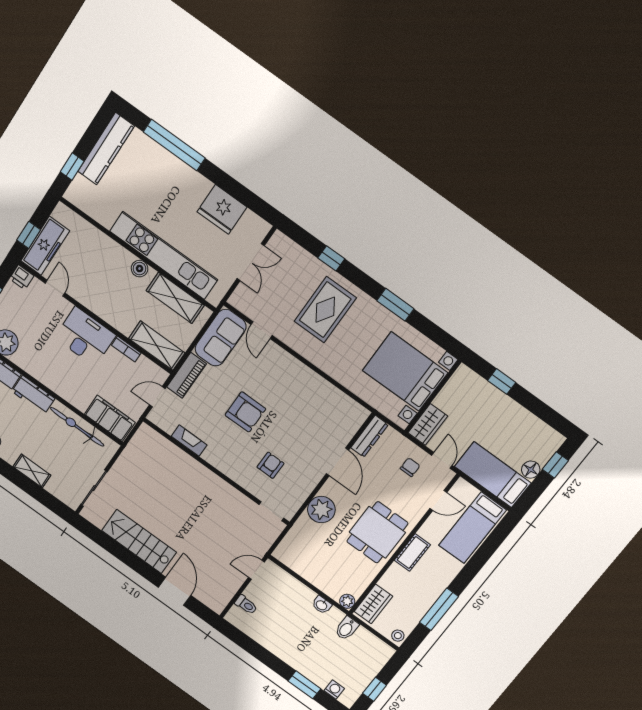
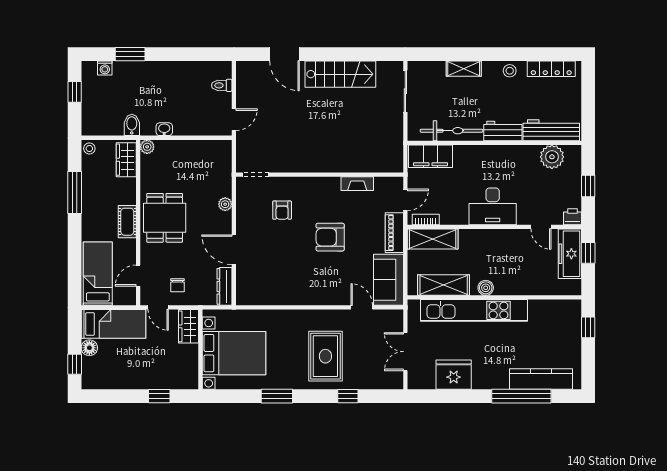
kitchen counter: (106, 149) -> (541, 379), moved, turned 90
bookcase: (126, 349) -> (426, 219), moved
plant: (321, 510) -> (225, 204), width x0.53, depth x0.53

